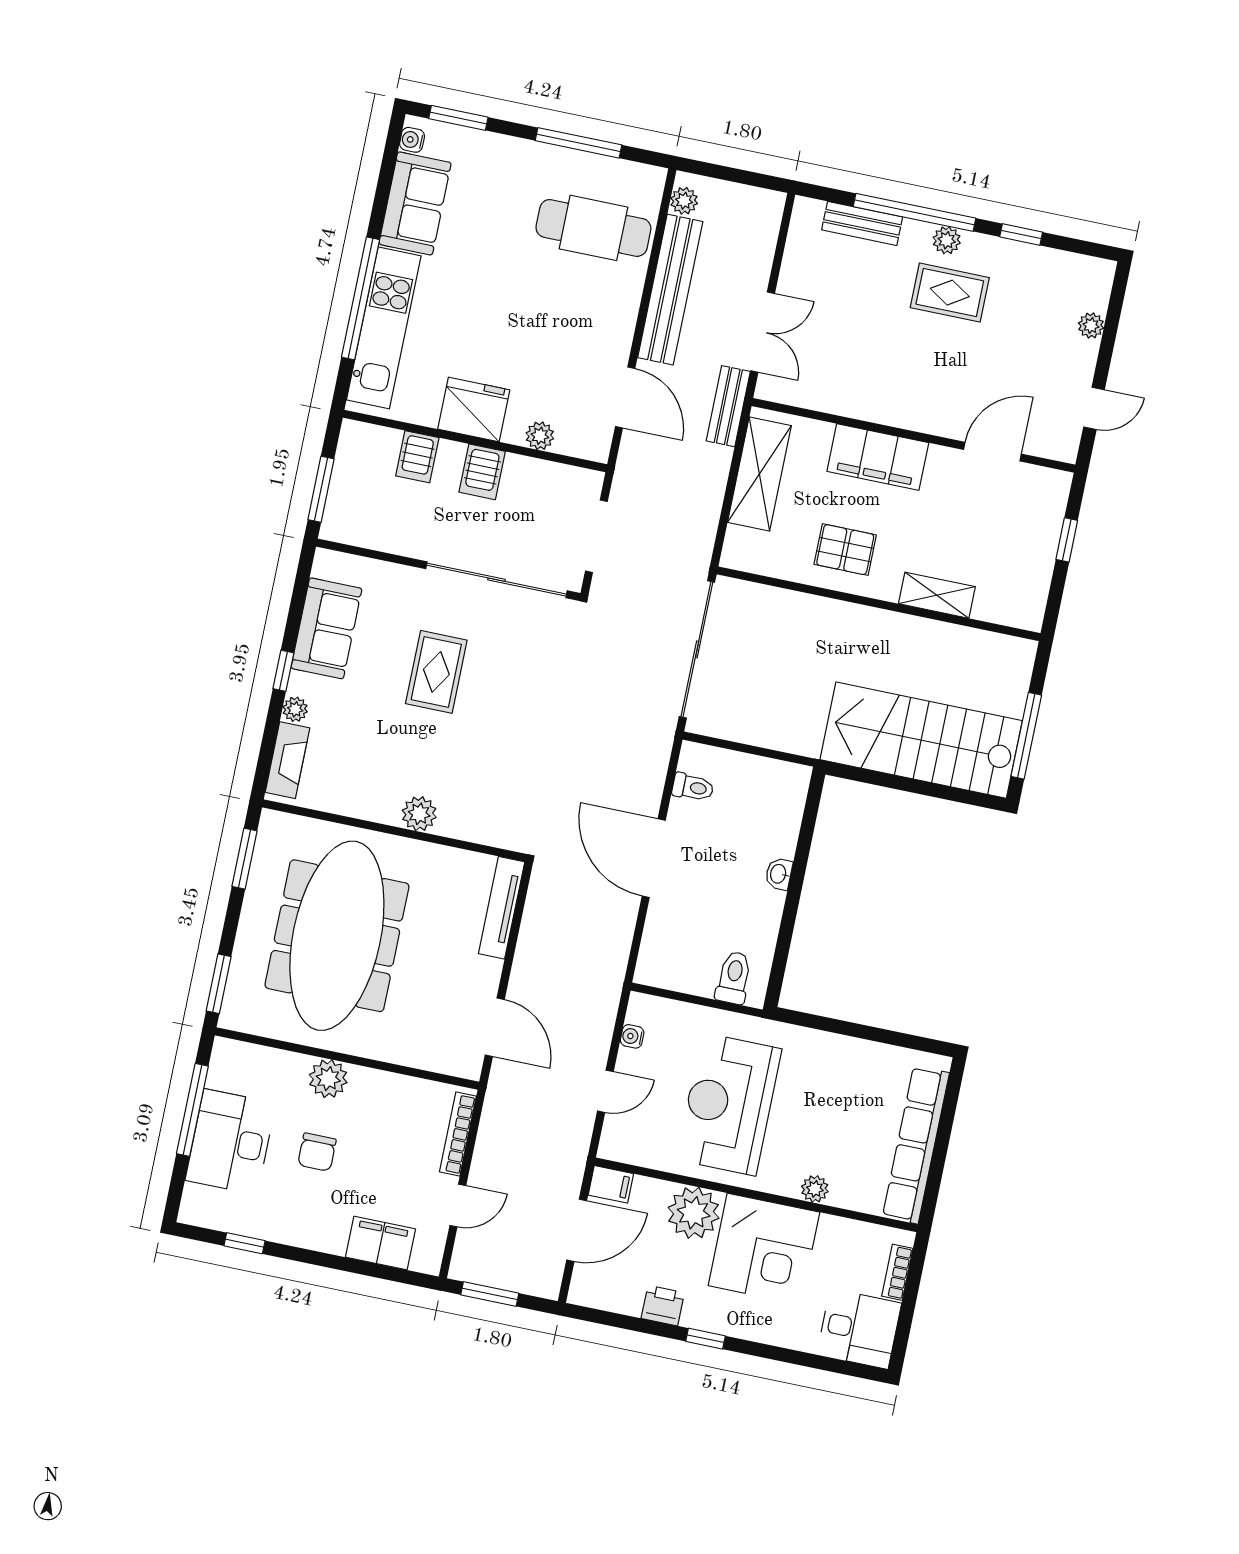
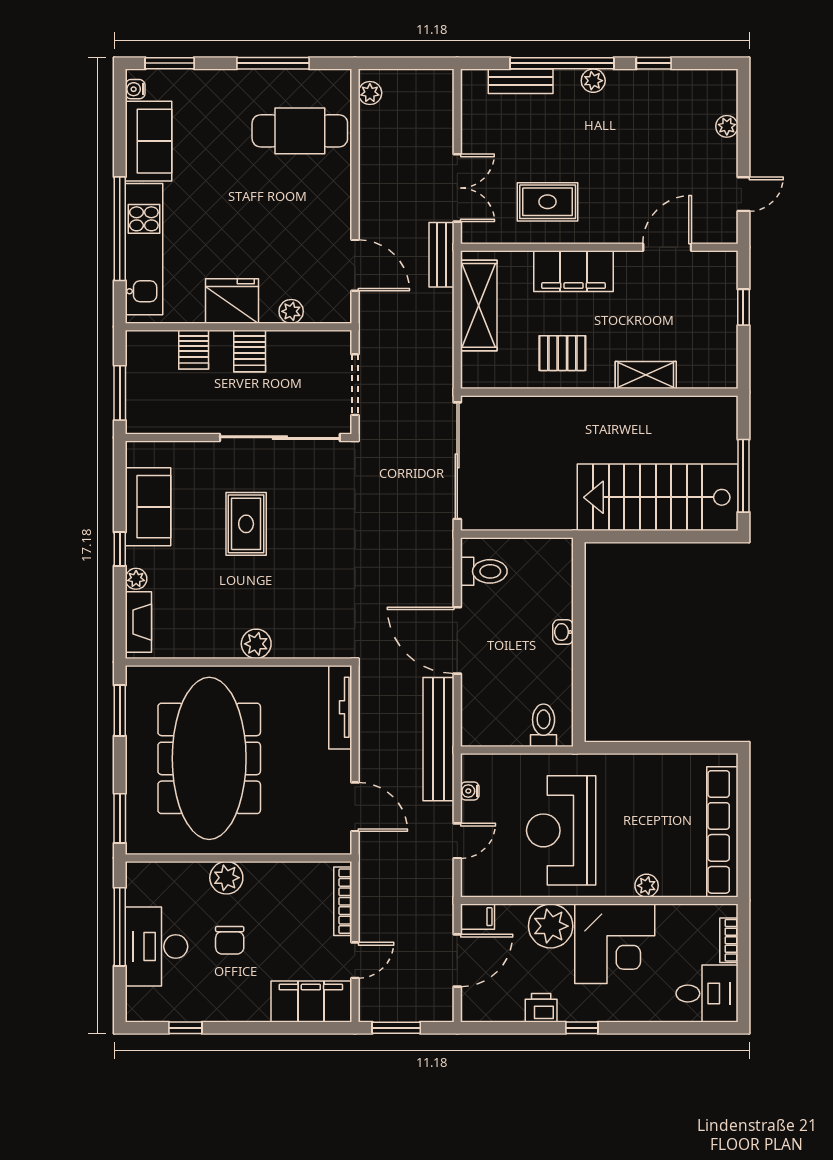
bench: (670, 290) -> (438, 739), moved
rug: (950, 293) -> (548, 202), moved
toilet: (693, 787) -> (484, 571), width x1.37, depth x1.39
filing cabinet: (381, 1243) -> (311, 1002), width x1.50, depth x1.17

